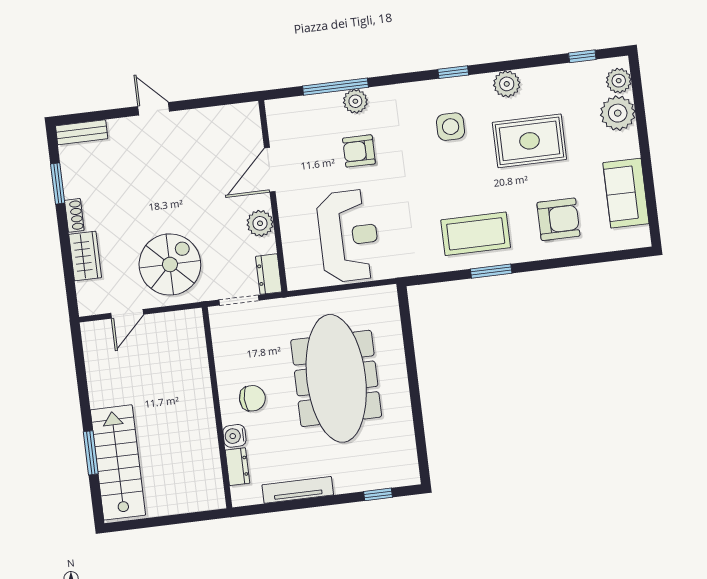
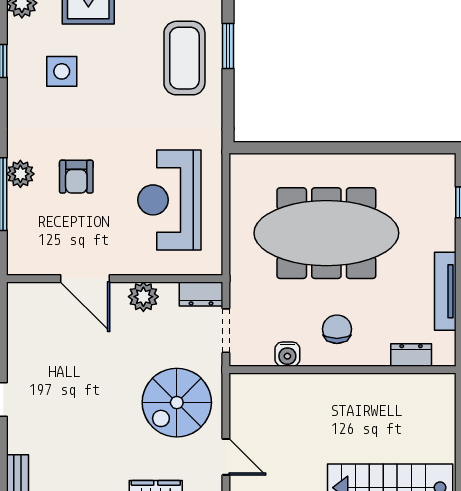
reception desk: (348, 236) -> (169, 200), turned -90
spiral stairs: (170, 264) -> (177, 403), turned -90
water cooler: (234, 436) -> (287, 354), moved

